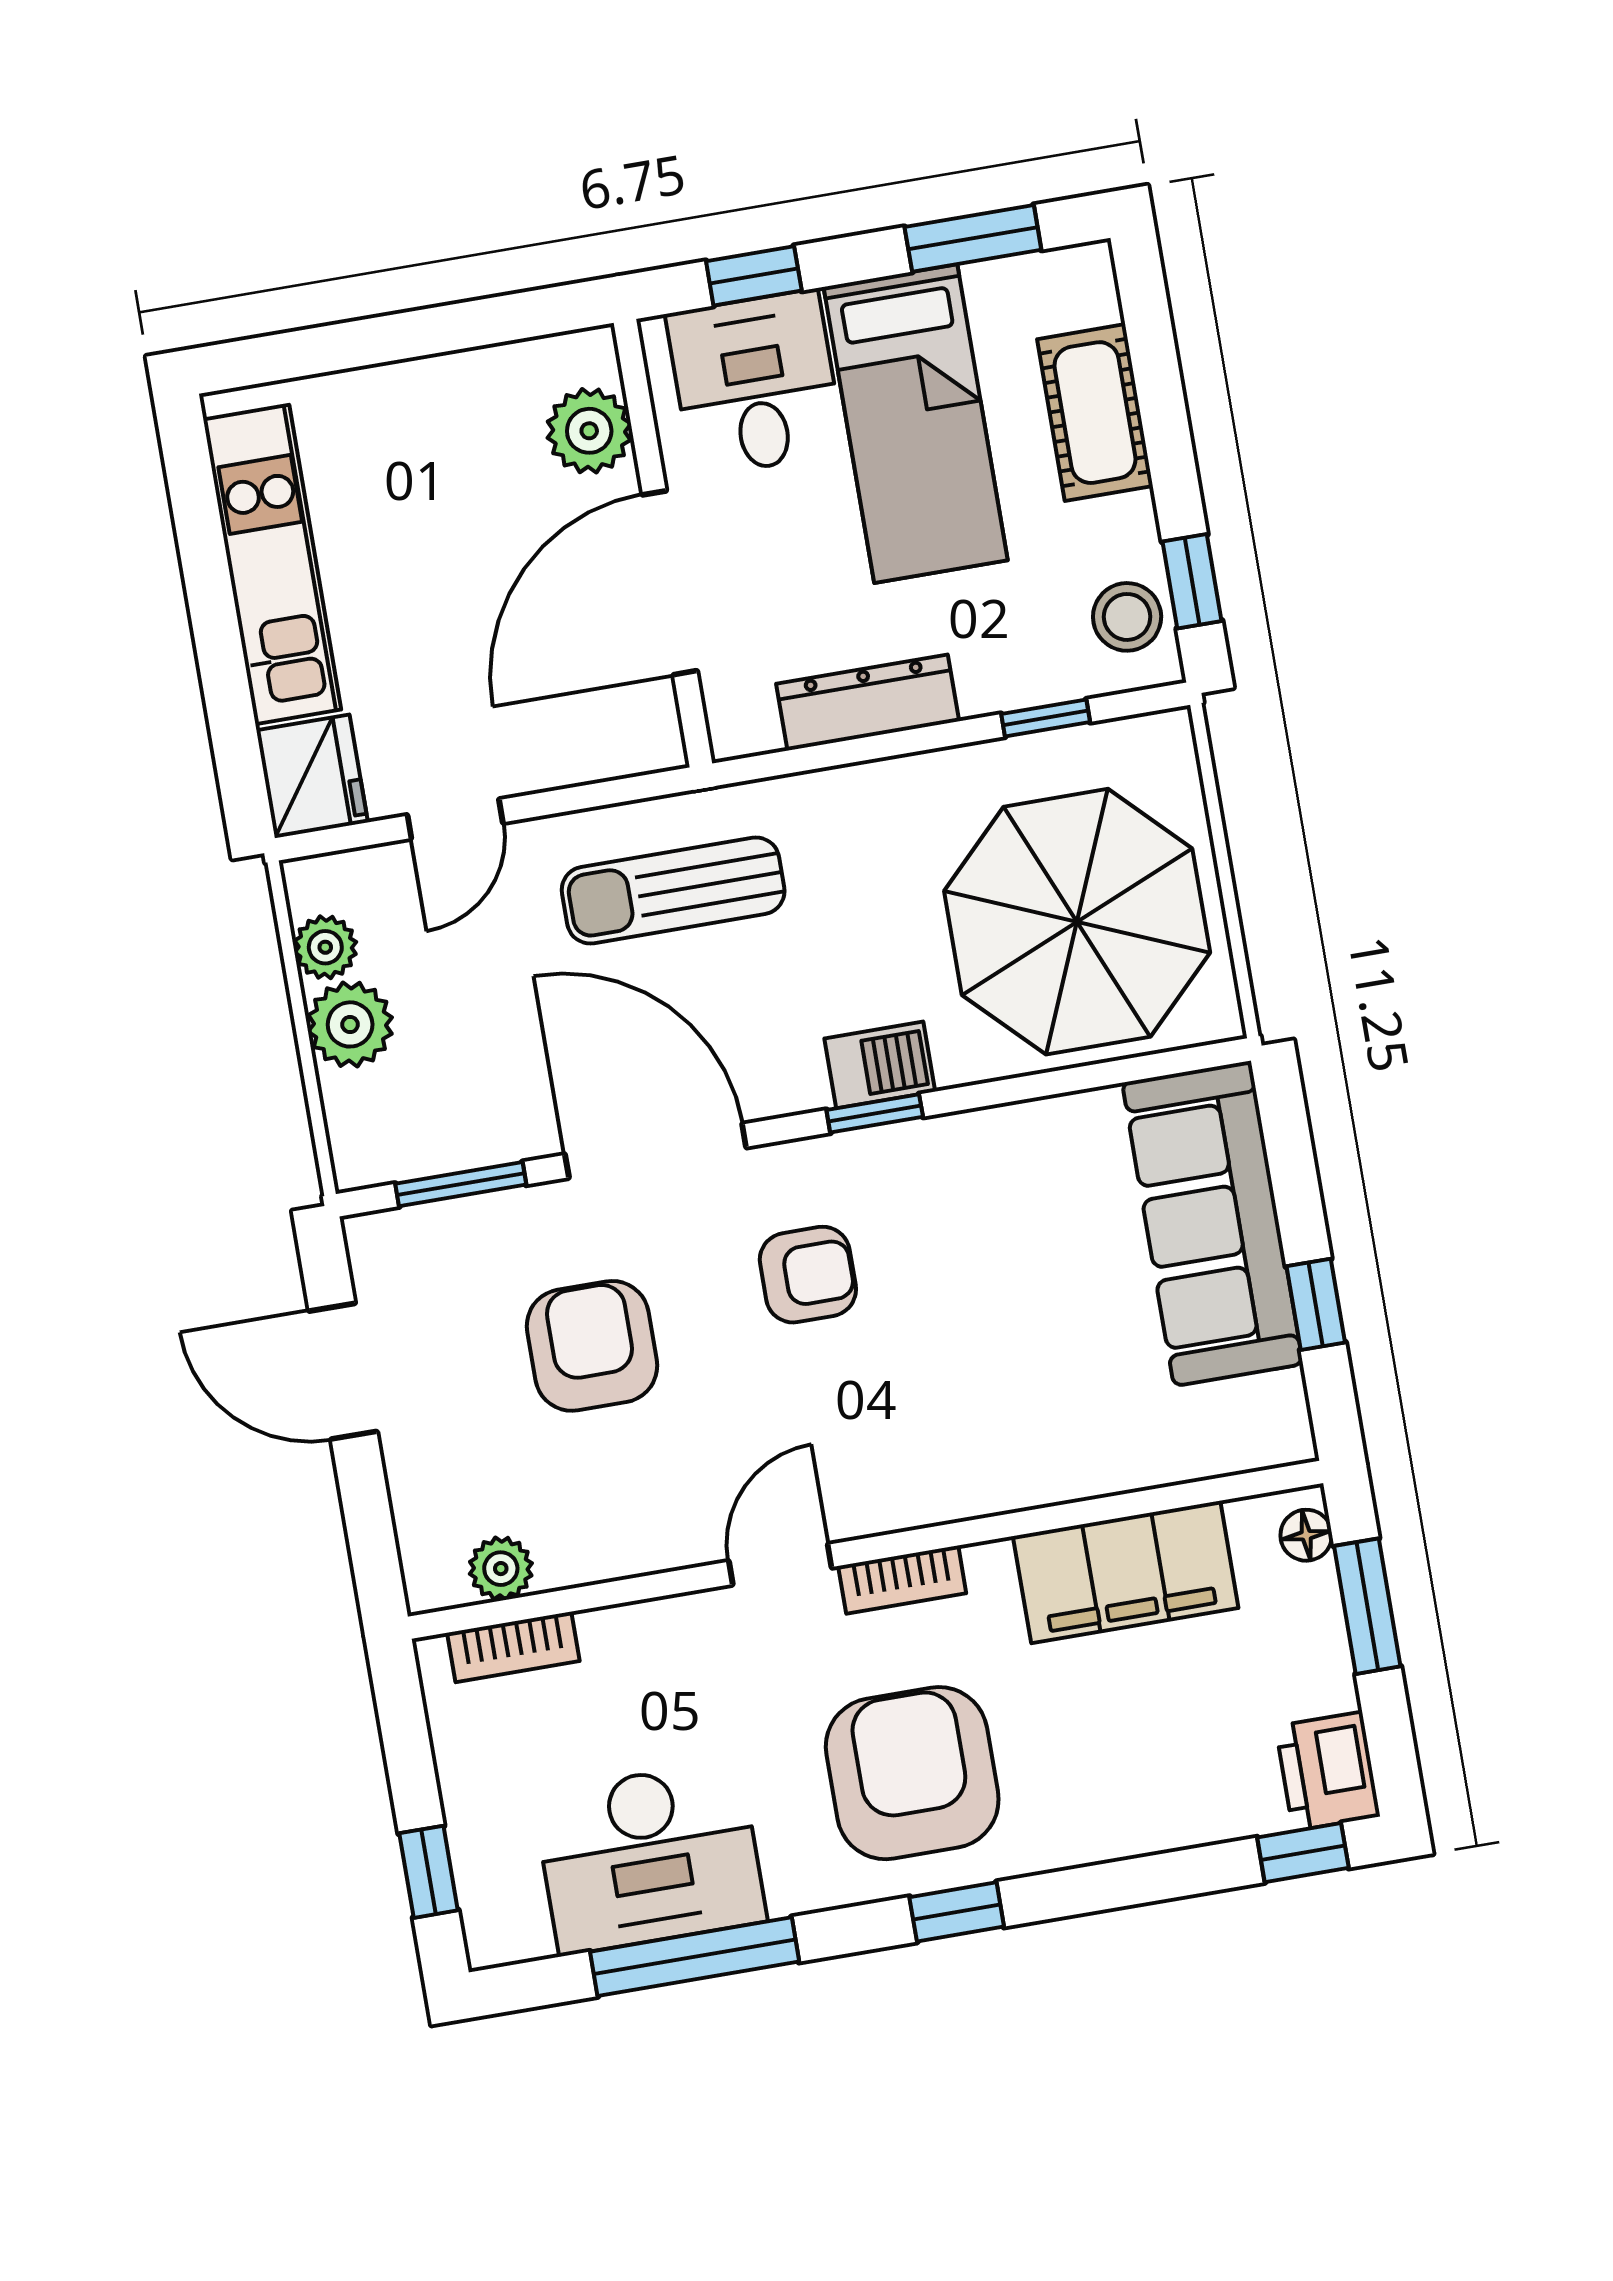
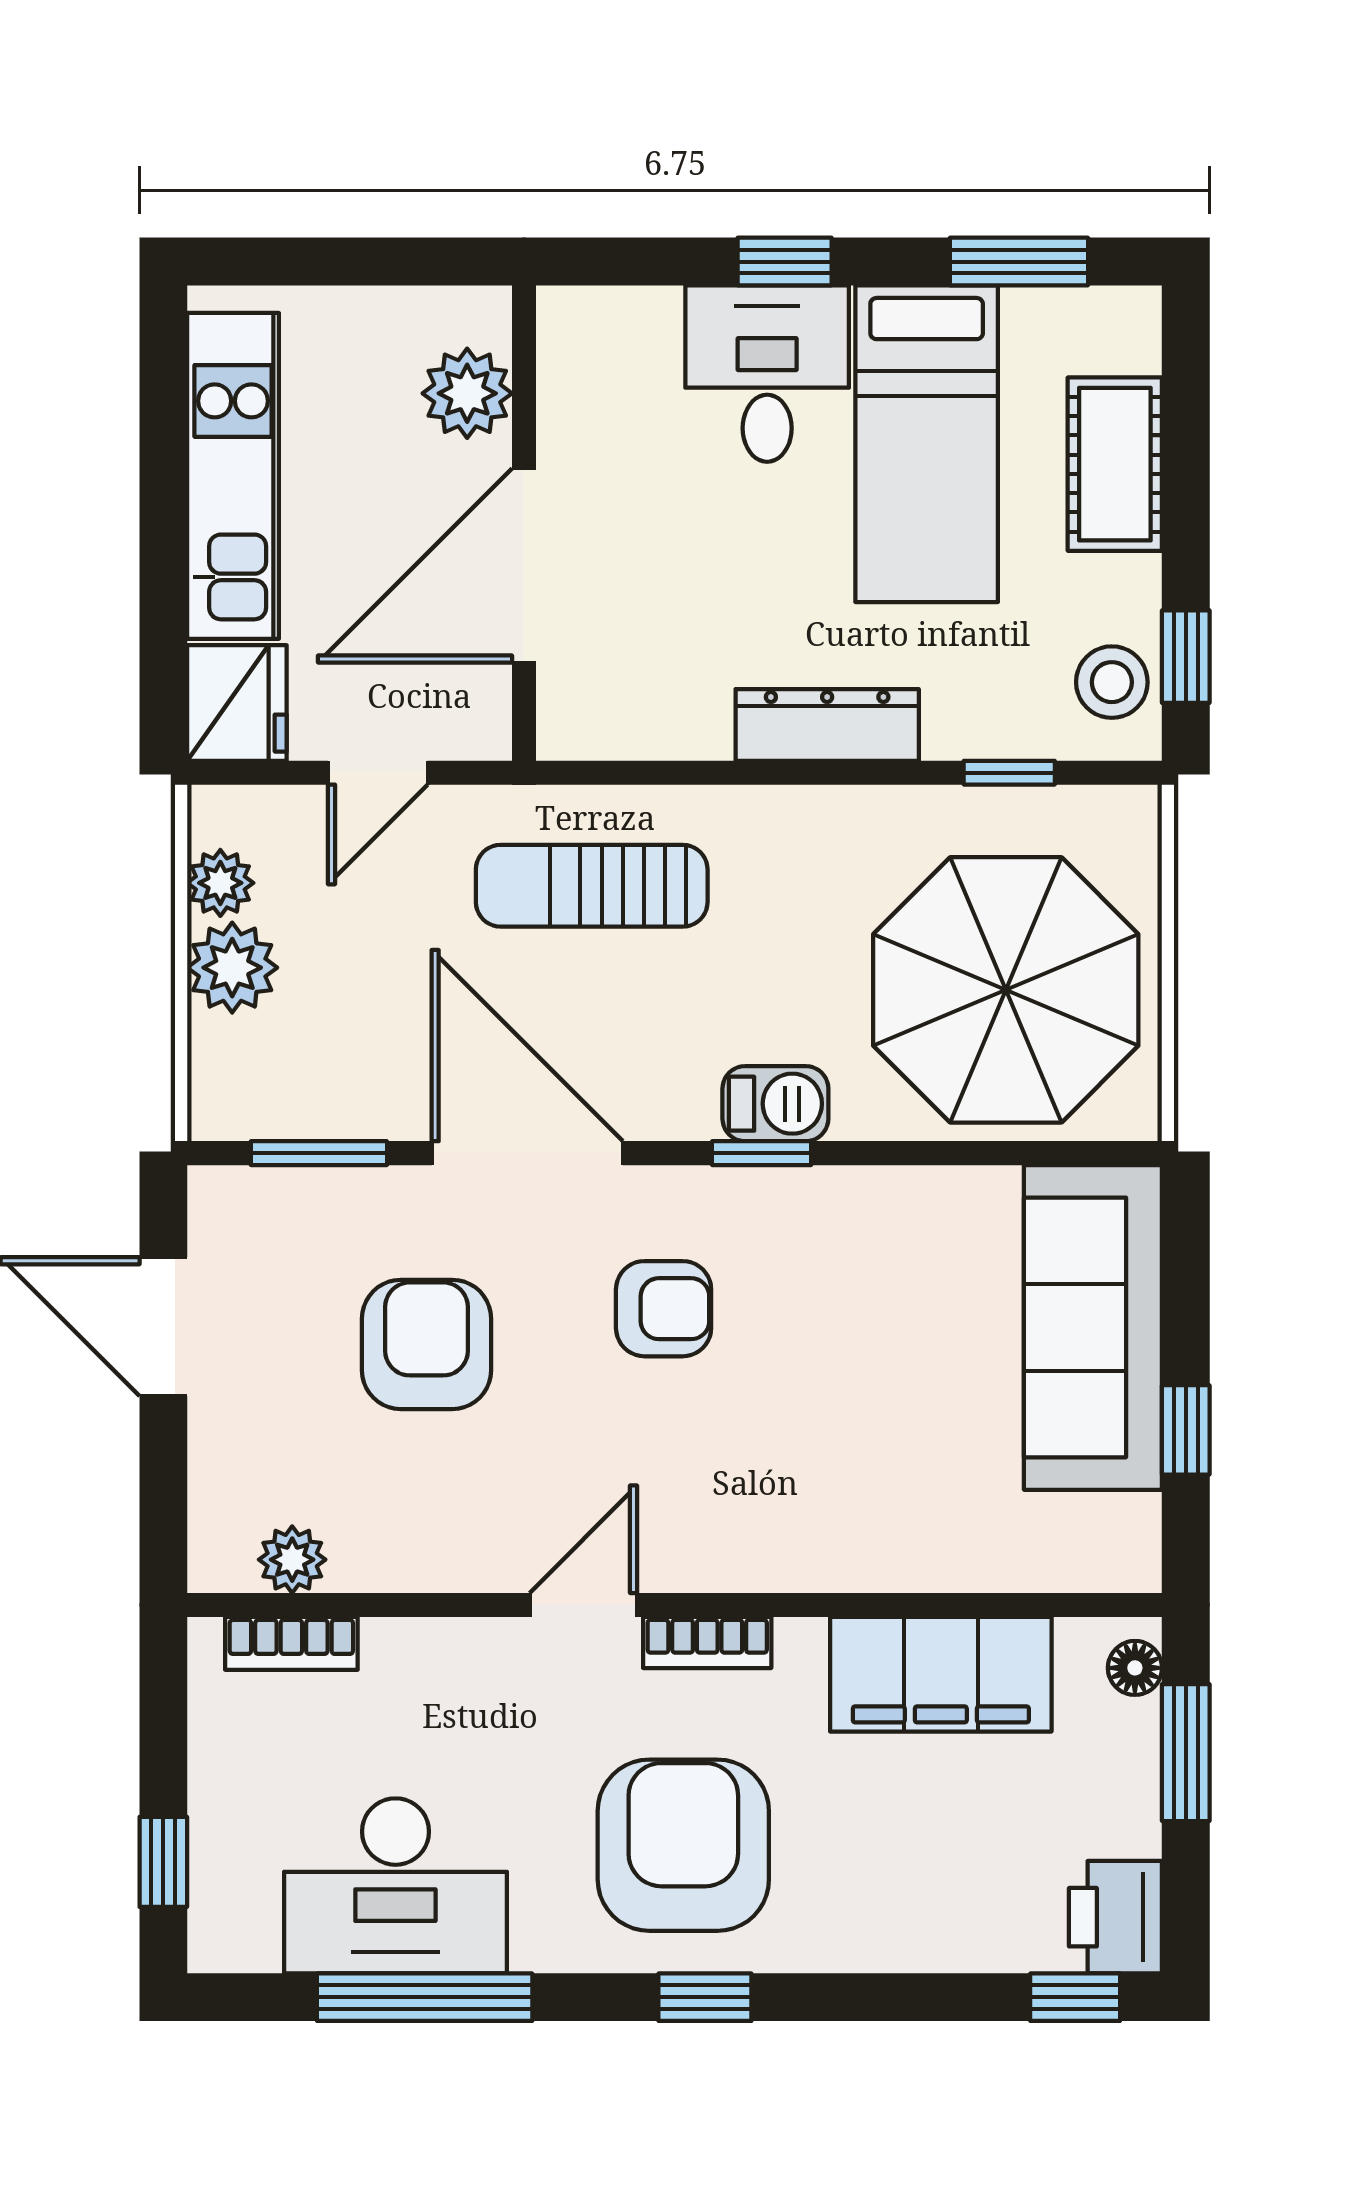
plant: (589, 431) -> (467, 393), moved
wall: (663, 543) -> (524, 523), moved
door: (670, 583) -> (524, 566), moved

